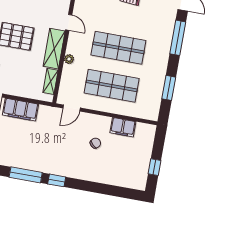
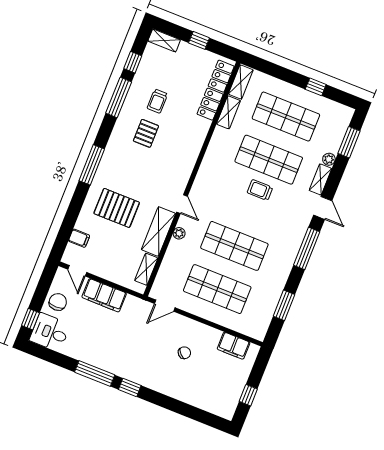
plant: (69, 59) -> (179, 233), moved
filing cabinet: (123, 127) -> (234, 346), moved

